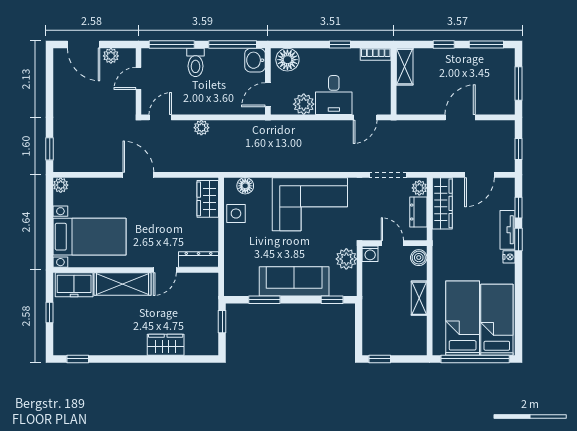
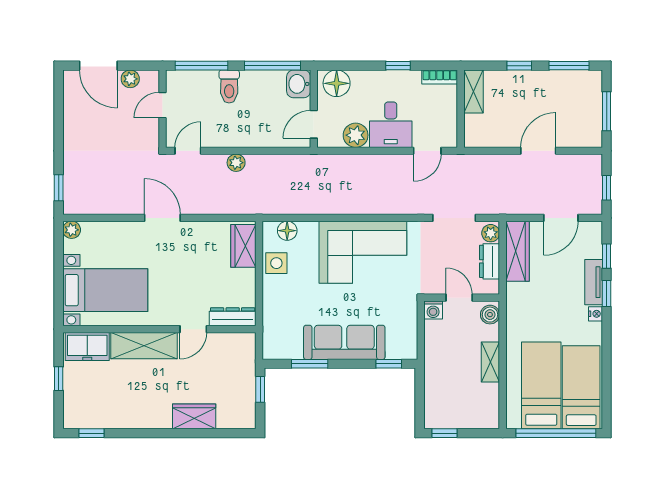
plant: (346, 259) -> (405, 316), removed

